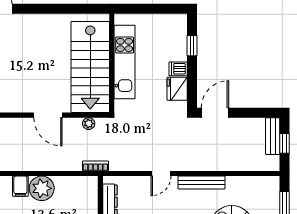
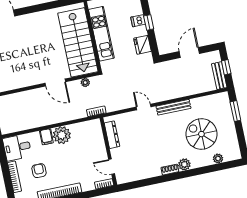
window: (192, 46) -> (149, 22), moved
dishwasher: (178, 69) -> (138, 21), moved
door: (215, 113) -> (189, 53), moved
bench: (273, 136) -> (219, 76), moved
door: (161, 174) -> (144, 107), swing flipped

